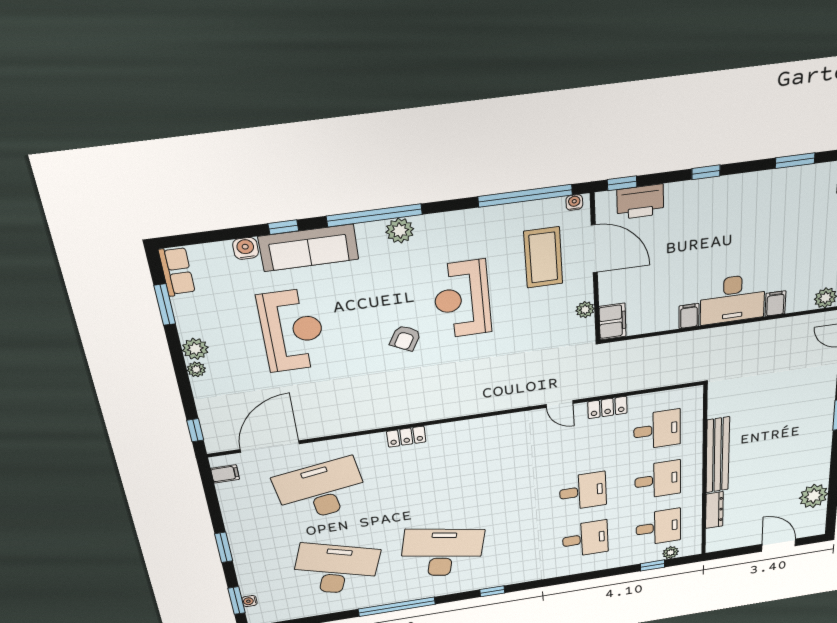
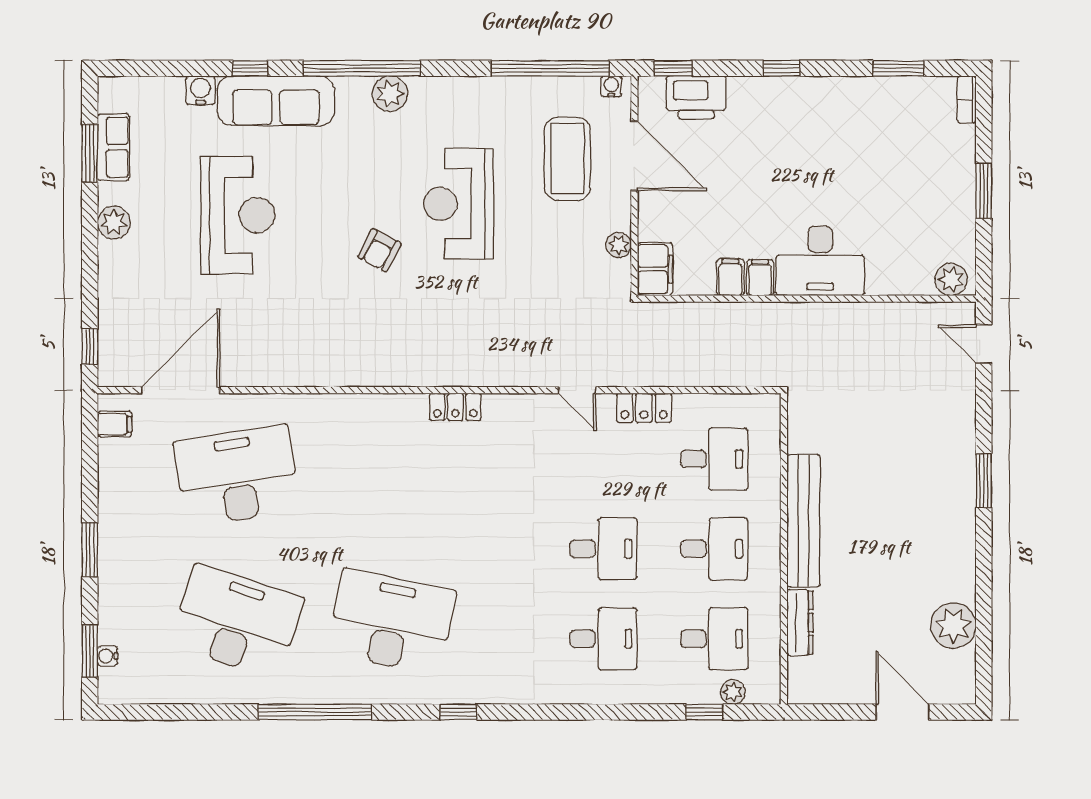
row of seats: (177, 271) -> (113, 147), moved
filing cabinet: (775, 304) -> (730, 277), moved
plant: (196, 369) -> (109, 253), removed
locker: (406, 437) -> (455, 407), moved

